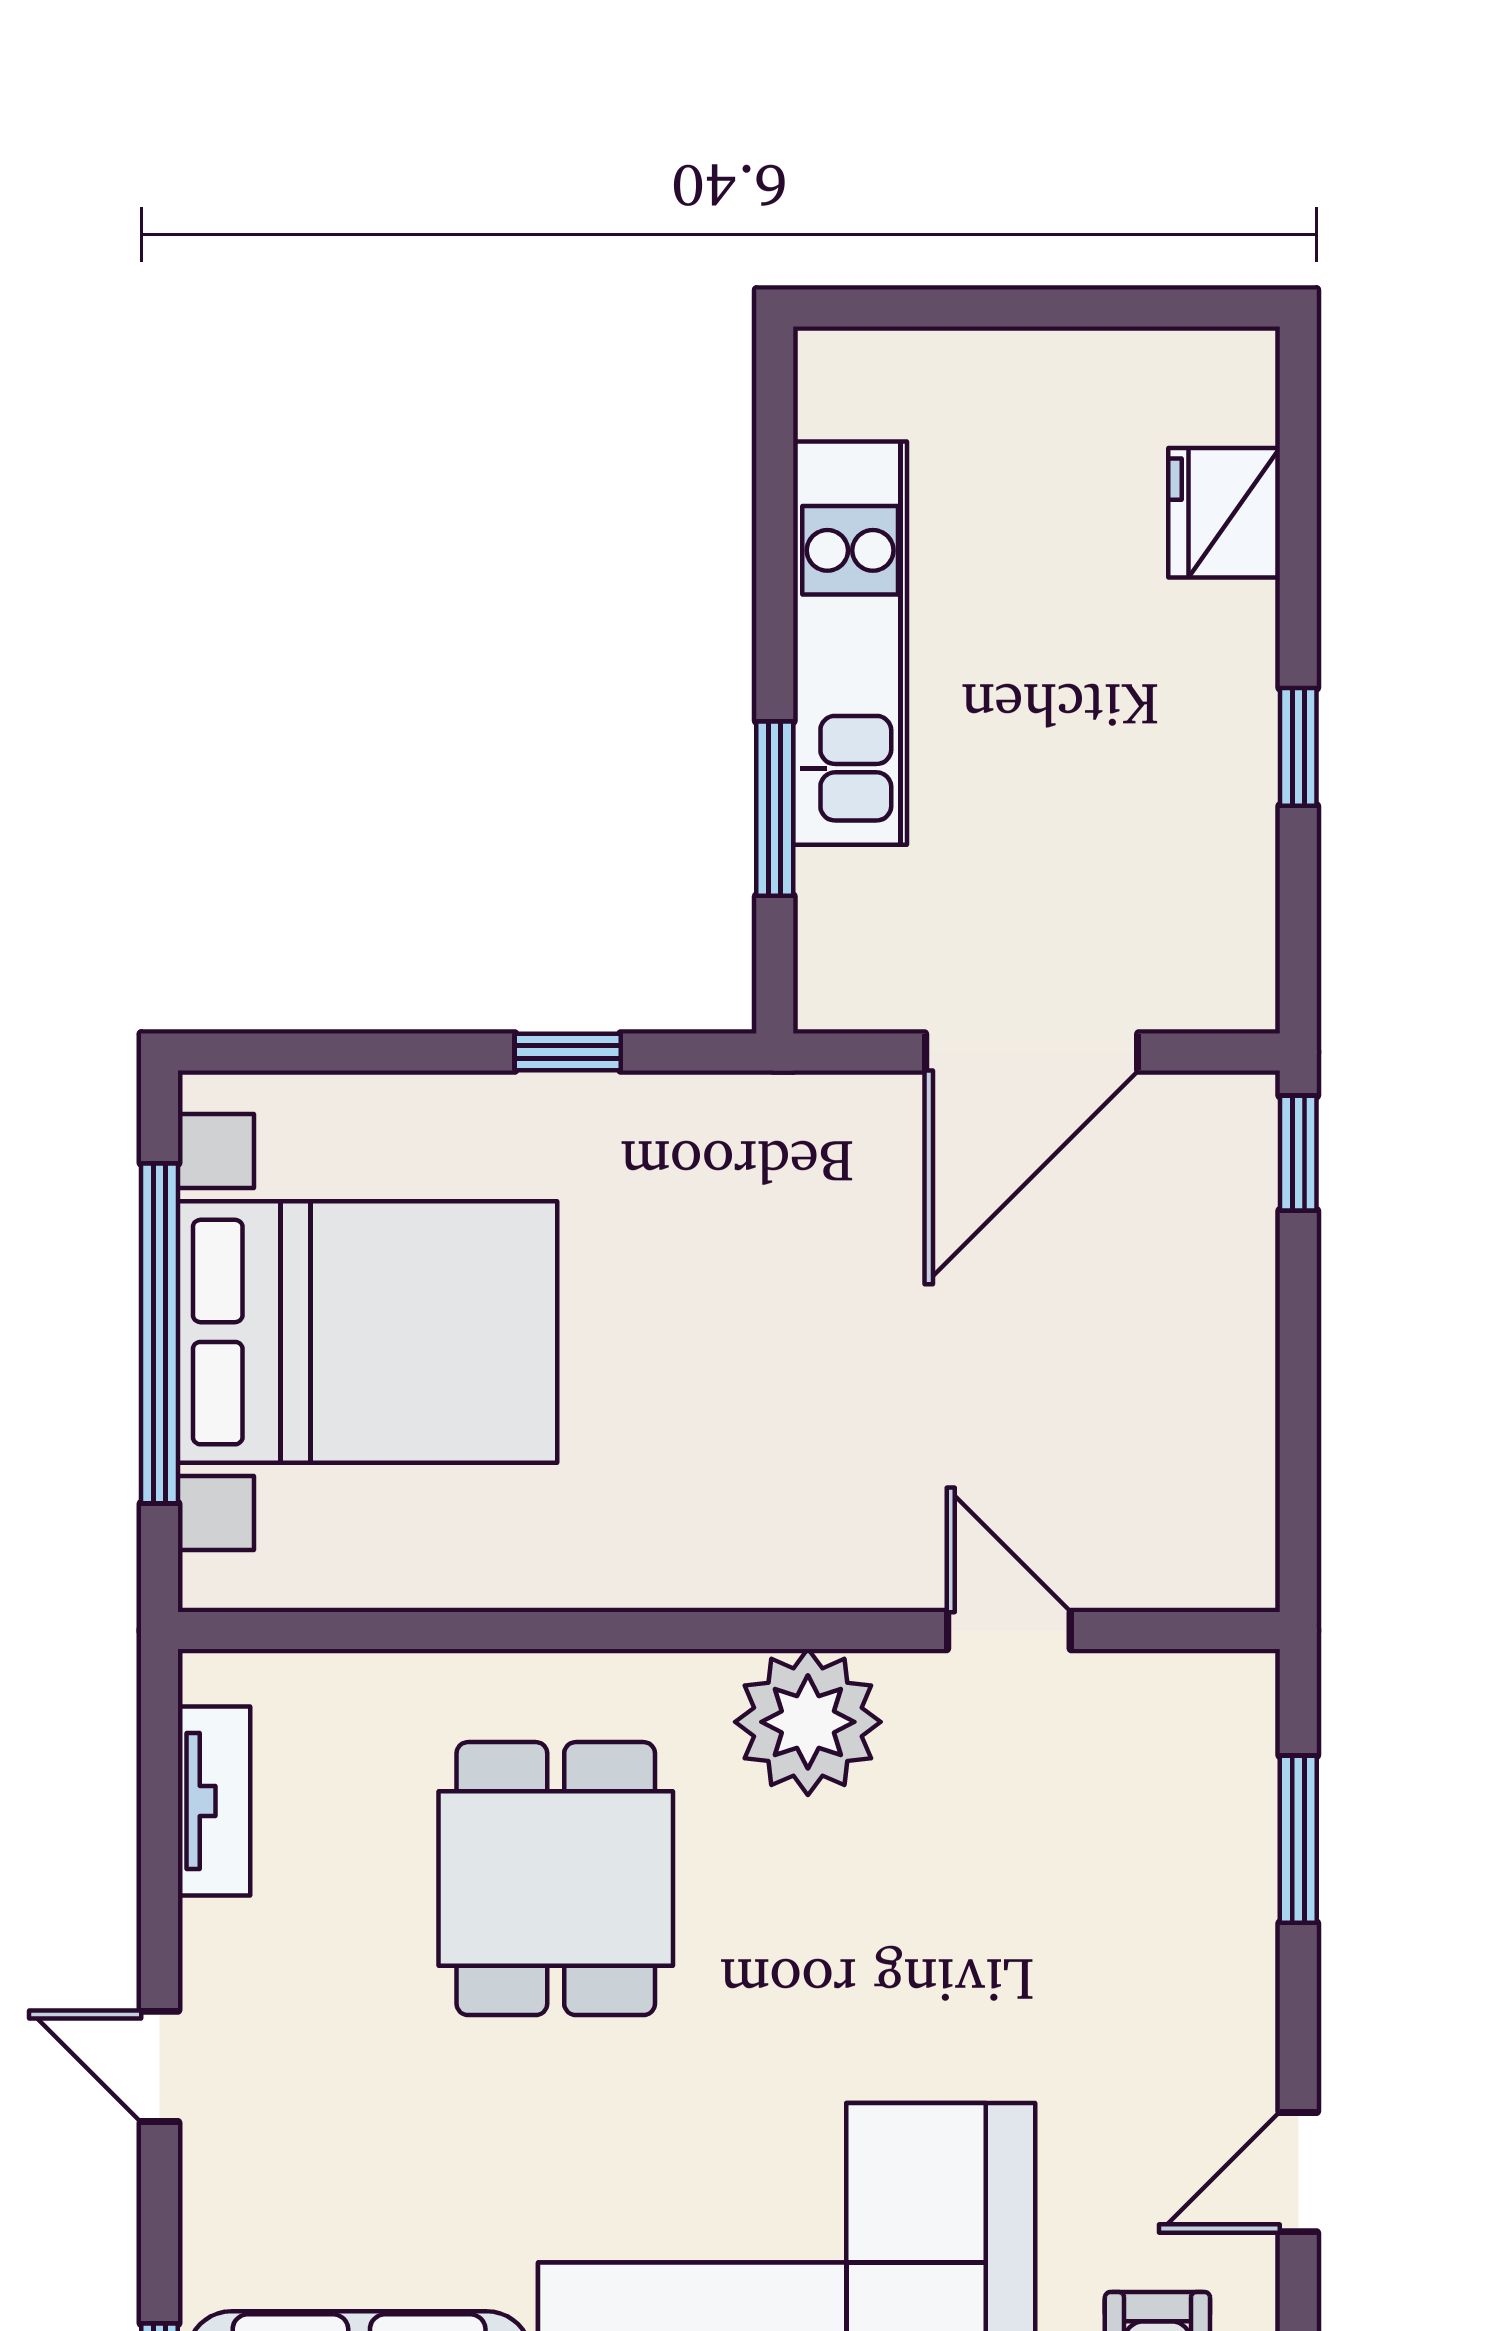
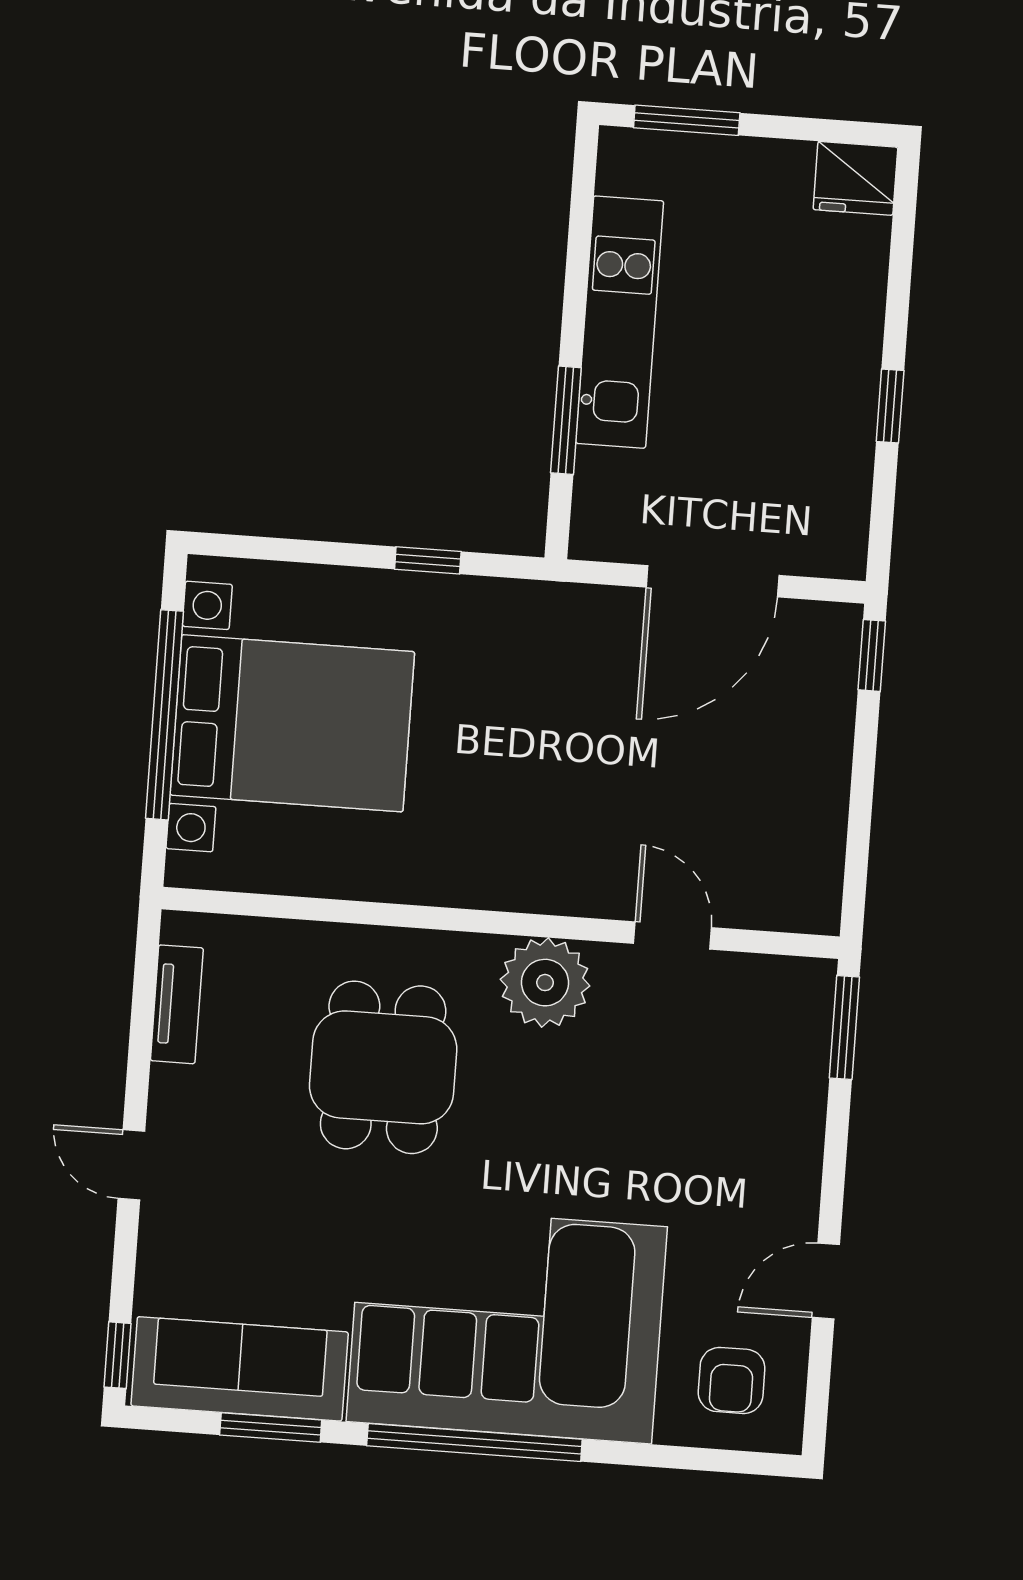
window: (935, 308) -> (687, 120), added
fridge: (1224, 513) -> (855, 178), moved, turned -90
window: (1298, 1839) -> (844, 1028), moved

